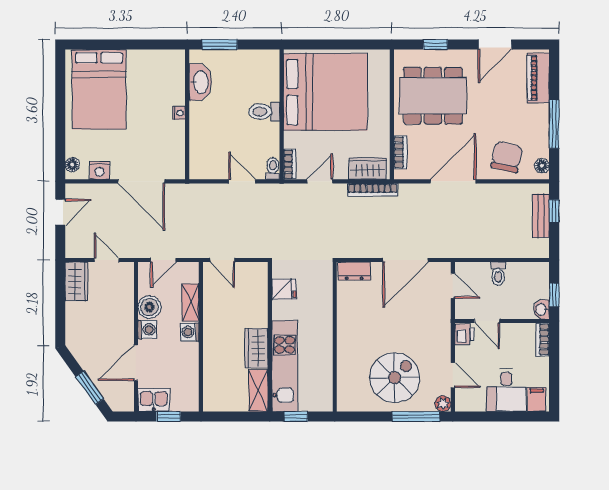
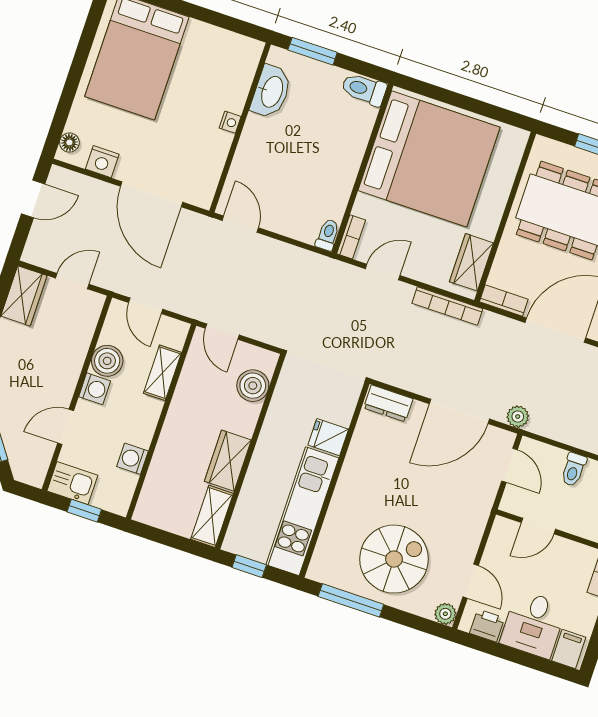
toilet: (264, 112) -> (364, 89), moved
bookcase: (400, 152) -> (504, 300), moved, turned -90
wardrobe: (368, 169) -> (471, 262), moved, turned -90
door: (242, 181) -> (240, 224), moved
plant: (447, 250) -> (518, 417), added
door: (107, 260) -> (72, 281), hinge flipped
door: (163, 260) -> (146, 306), hinge flipped
fridge: (284, 289) -> (328, 437), moved, turned 180
boiler: (256, 290) -> (253, 386), added
door: (487, 321) -> (538, 526), hinge flipped
washing machine: (190, 332) -> (132, 459), moved
printer: (464, 334) -> (487, 626), moved, turned -90
door: (136, 363) -> (66, 427), width x0.73
kitchen unit: (285, 366) -> (302, 511), moved, turned 180
window: (416, 416) -> (351, 600), moved

